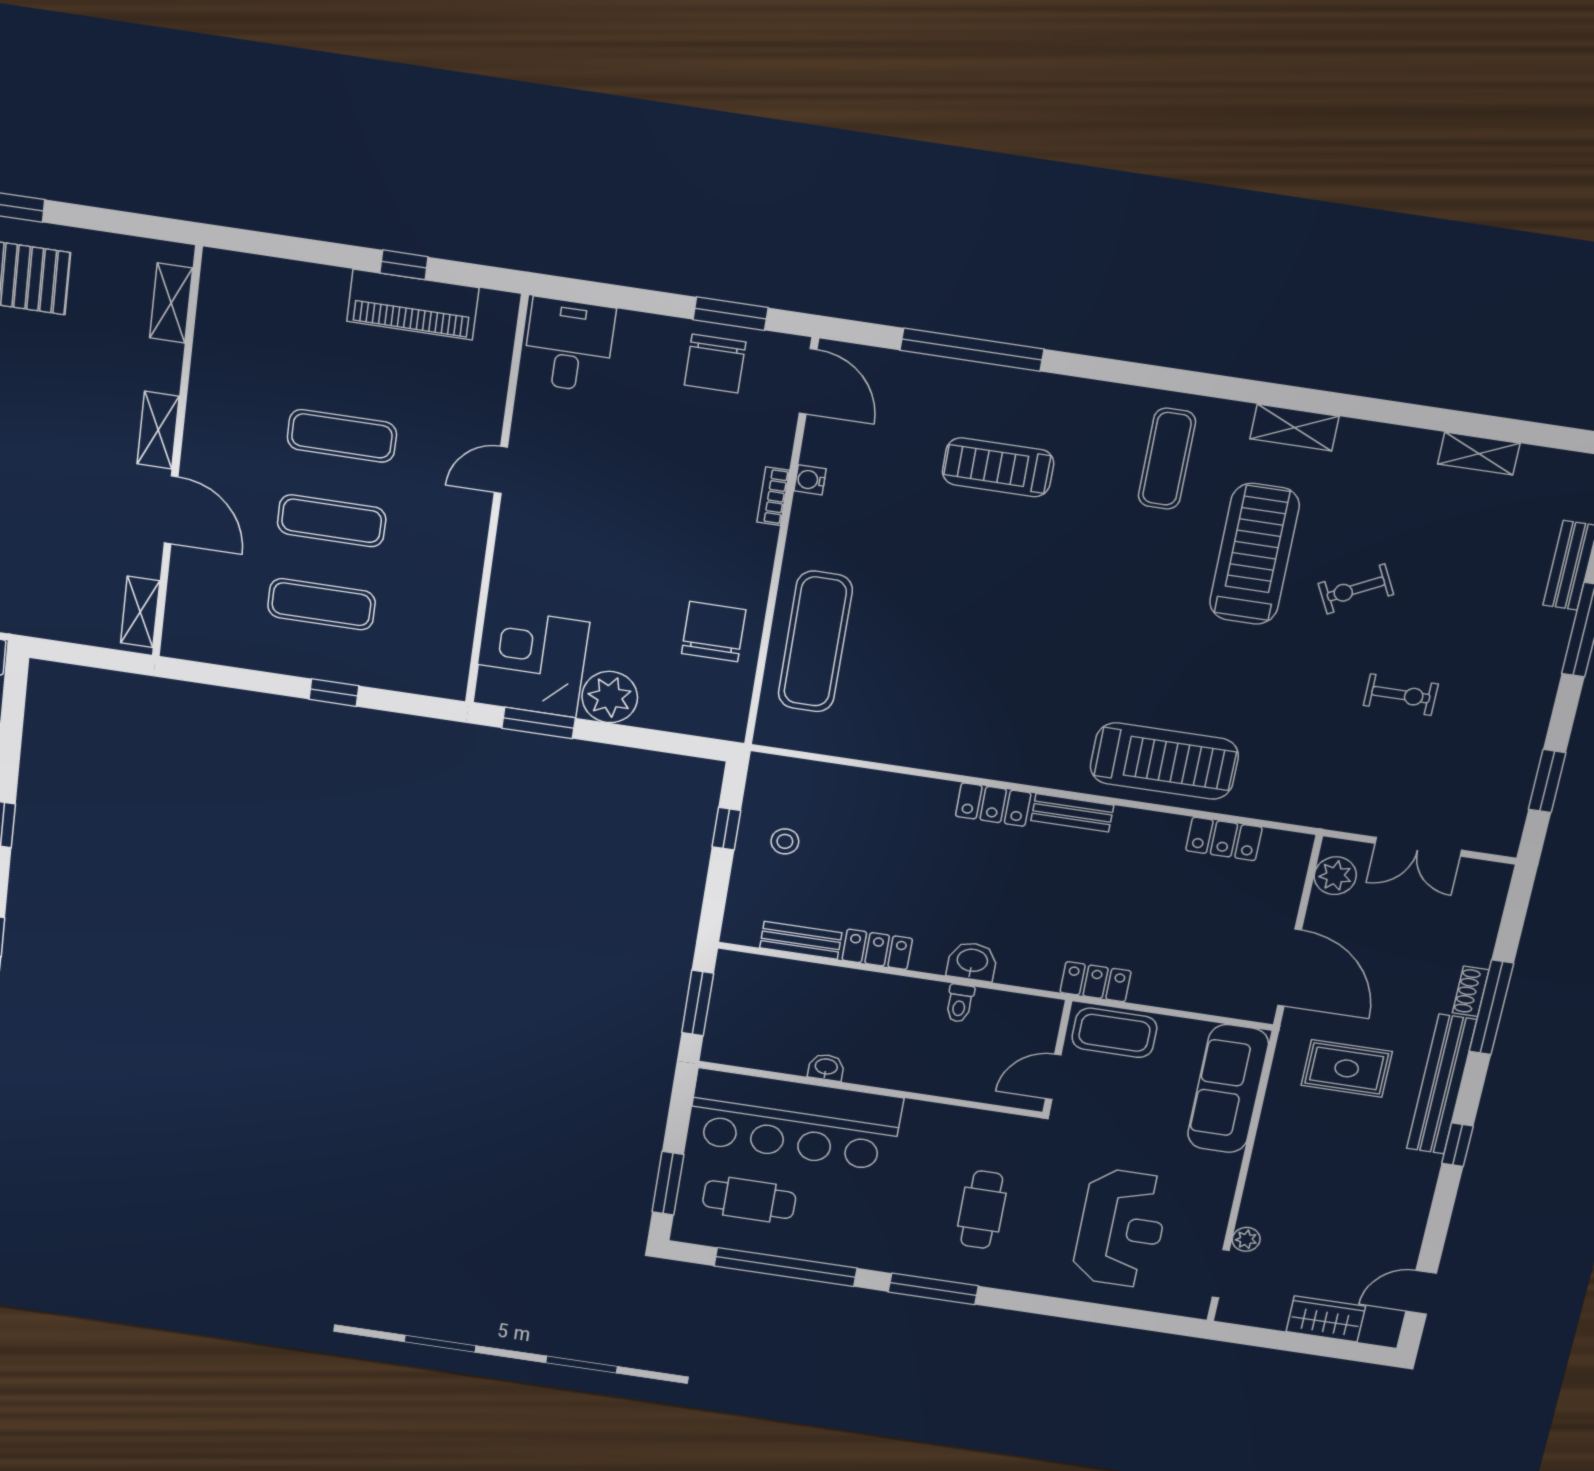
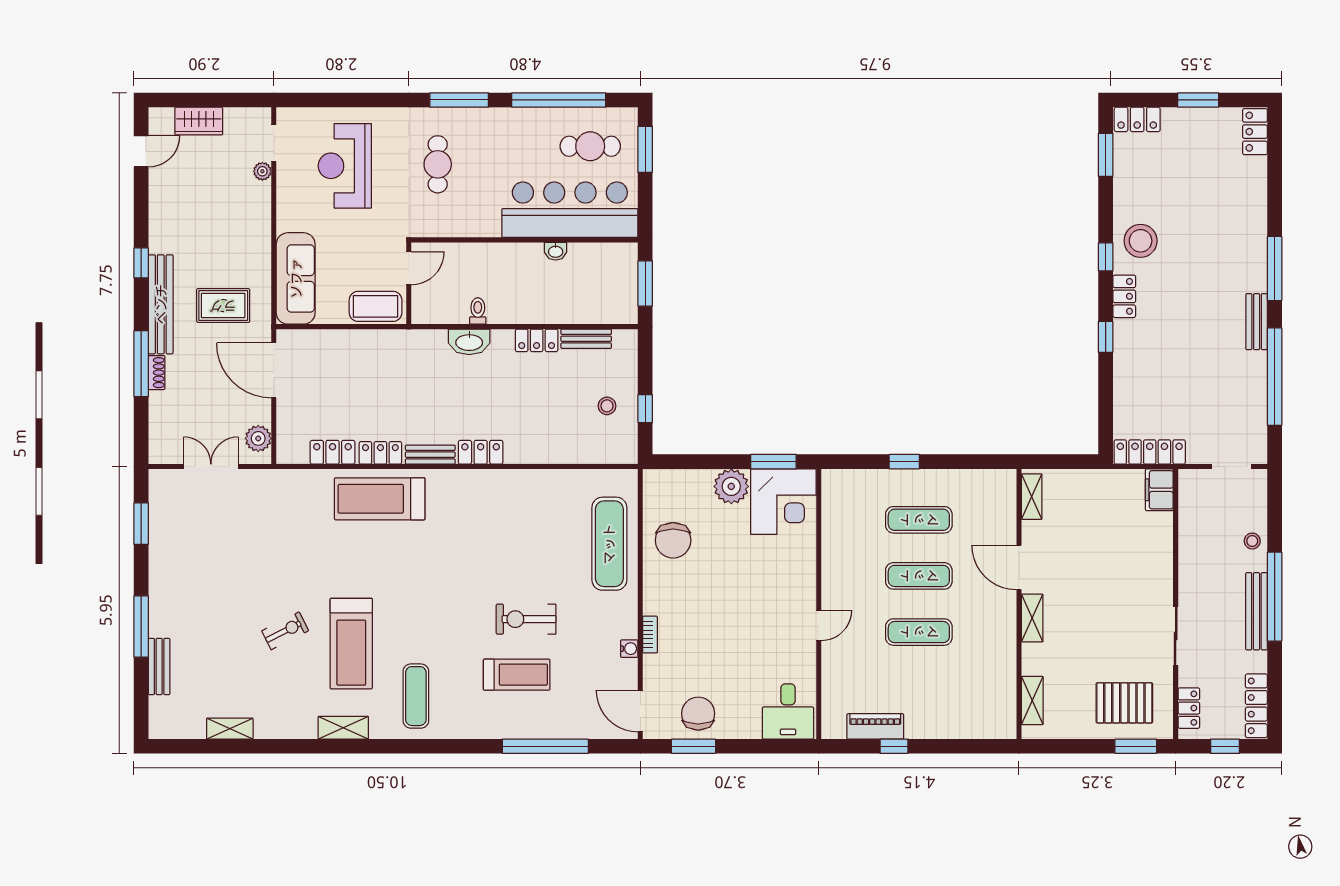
piano: (413, 305) -> (875, 726), width x0.73, depth x0.75
exercise bike: (1401, 695) -> (526, 619), moved, width x1.38, depth x1.39
washbasin: (972, 961) -> (469, 342), width x1.38
locker: (1096, 982) -> (380, 453), moved, turned 180

